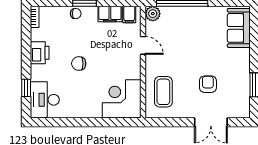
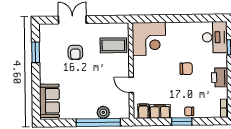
plant: (153, 14) -> (103, 112), moved
coffee table: (163, 92) -> (113, 45), turned 90

